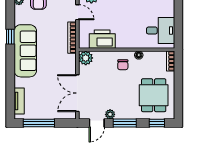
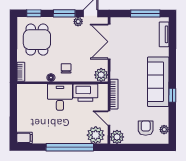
desk: (161, 31) -> (60, 97), moved, turned 90
double door: (77, 93) -> (109, 42), swing flipped

